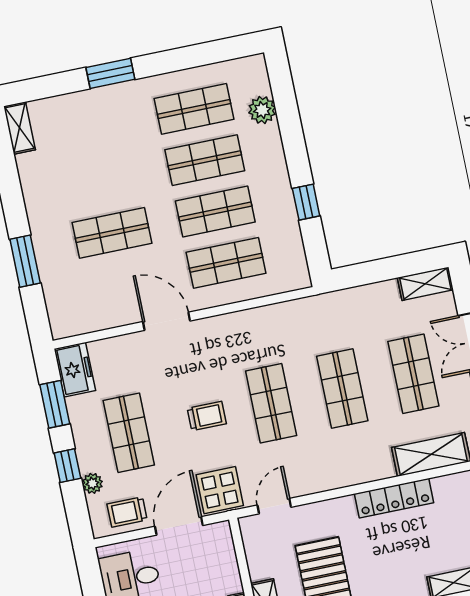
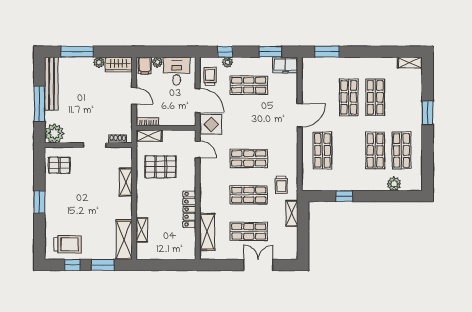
shop shelf: (215, 211) -> (375, 97), moved
window: (25, 261) -> (327, 52), moved
shelving: (425, 284) -> (292, 213), moved
trolley: (207, 416) -> (281, 185), moved
window: (67, 466) -> (225, 52), moved

